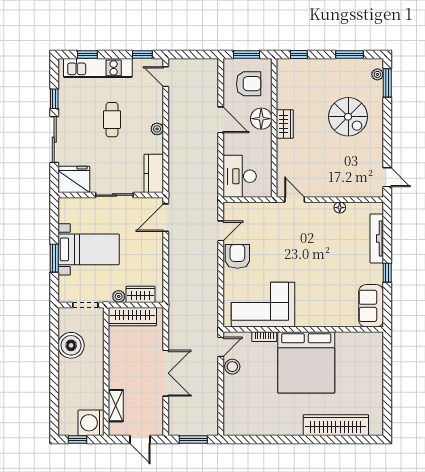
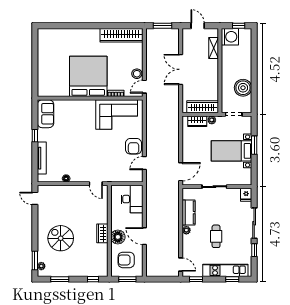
kitchen counter: (154, 173) -> (189, 213), moved
fridge: (74, 179) -> (246, 195), width x0.53, depth x0.75
wardrobe: (336, 425) -> (122, 35), moved

